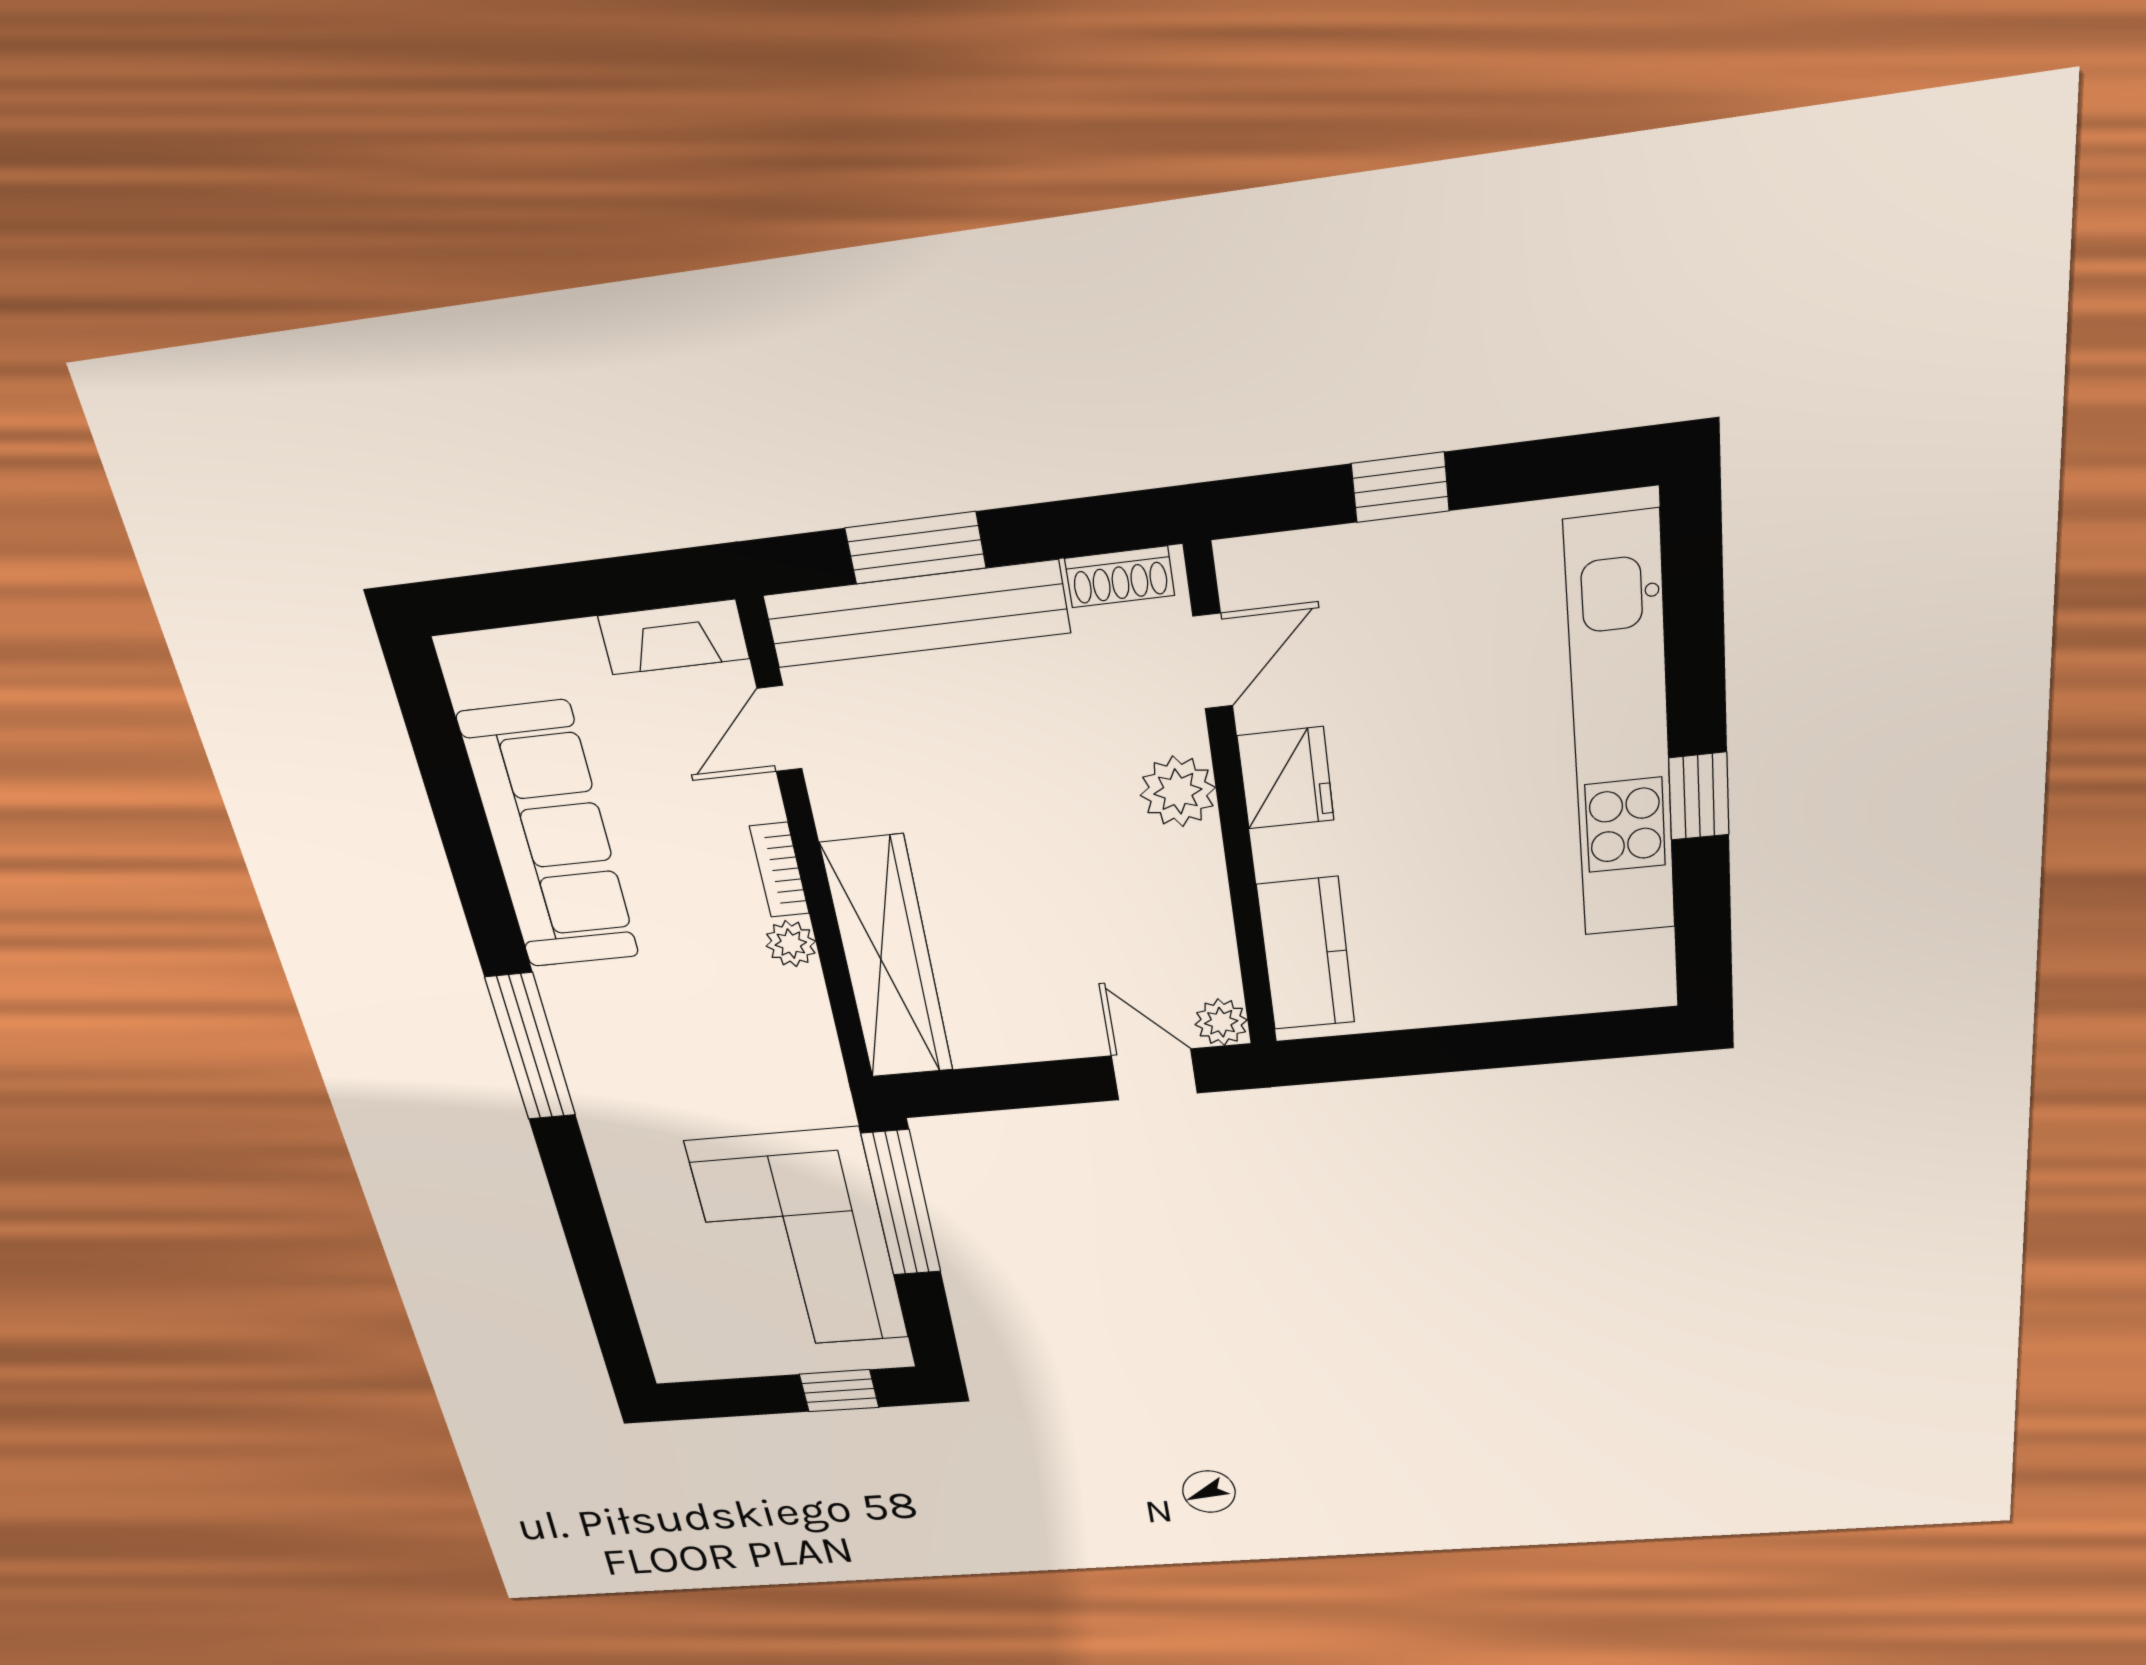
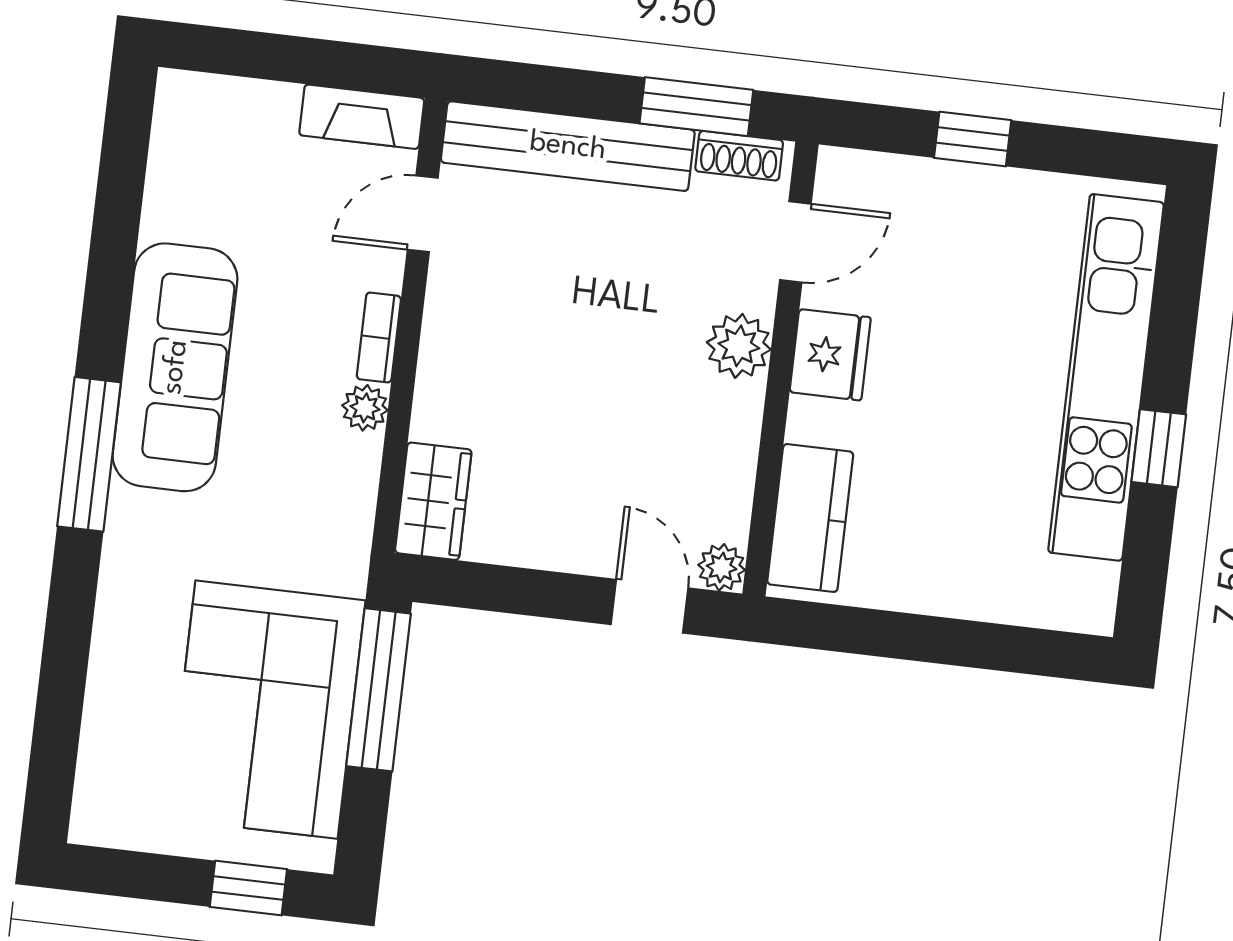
window: (915, 548) -> (696, 107), moved
sofa: (549, 837) -> (175, 367), moved
wardrobe: (887, 958) -> (433, 501), width x0.48, depth x0.85

